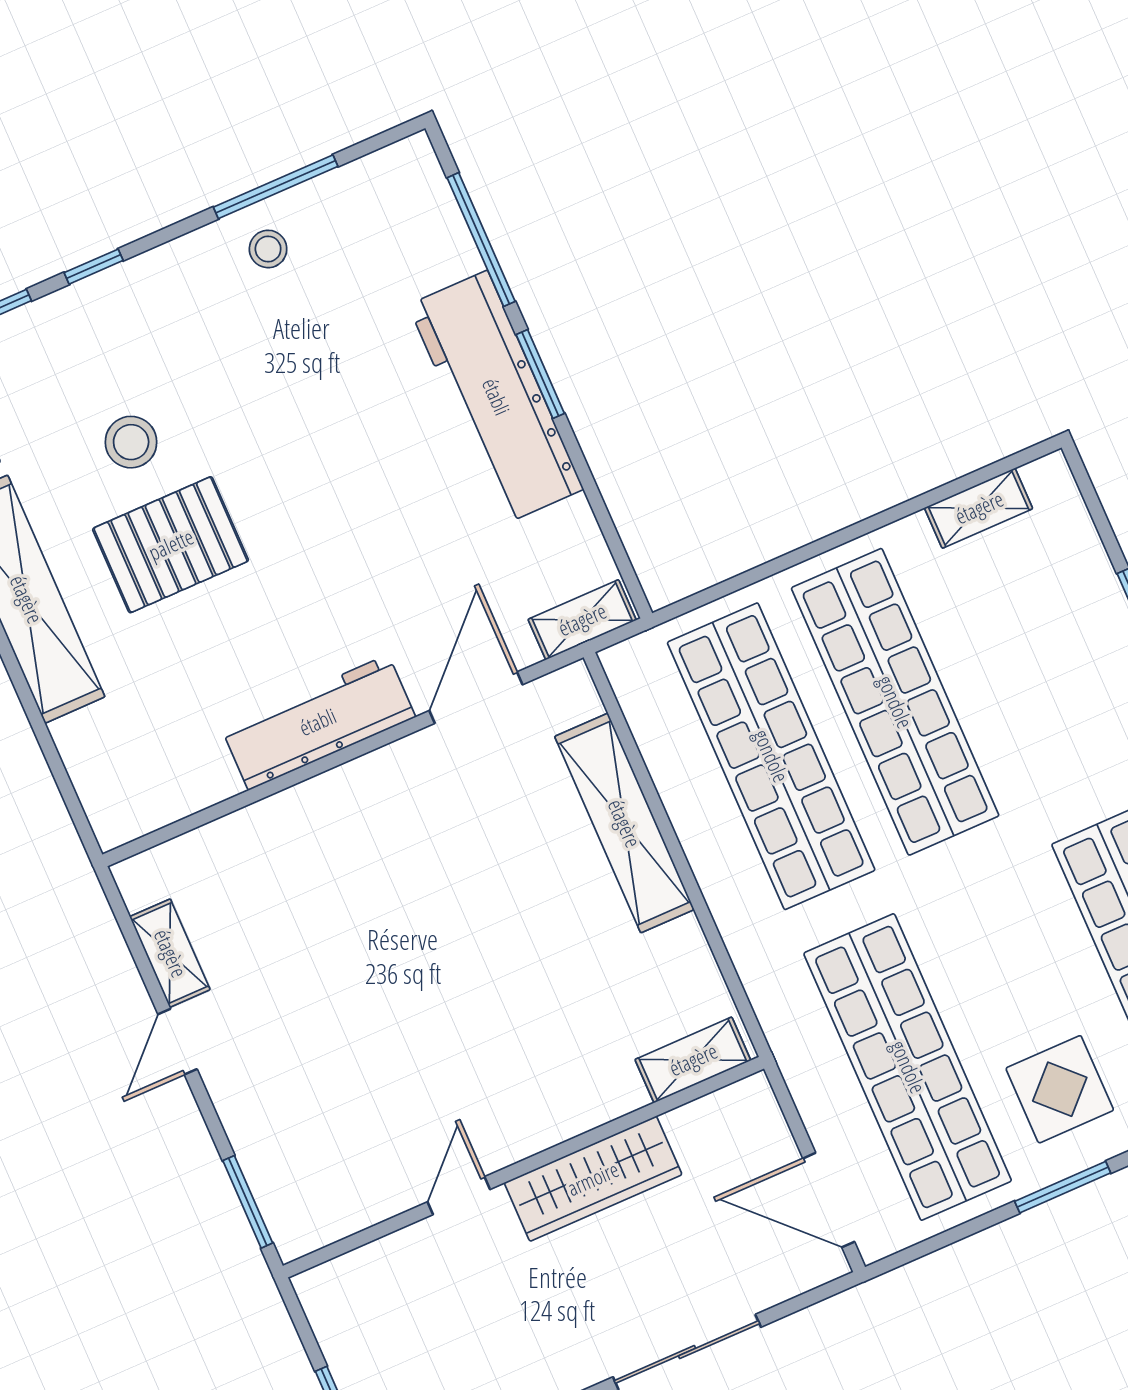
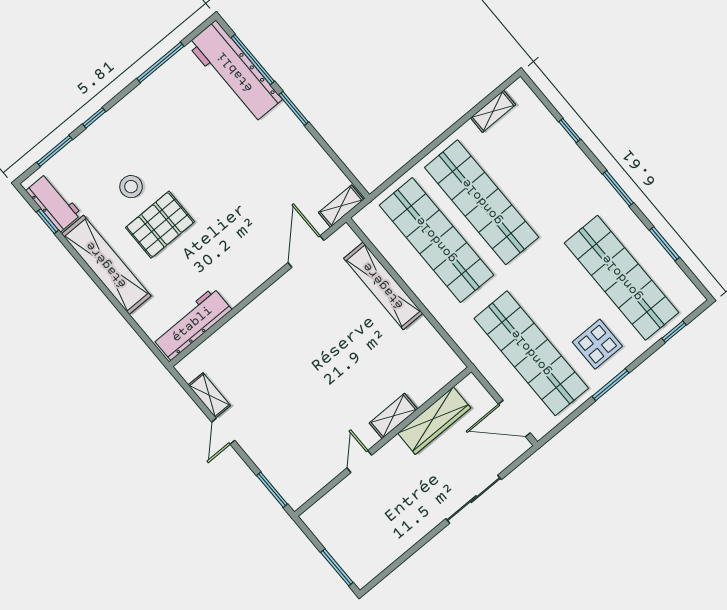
stool: (268, 249) -> (165, 89), removed
workbench: (496, 397) -> (235, 72), moved
workbench: (318, 722) -> (192, 324), moved
shelving: (693, 1060) -> (393, 416), moved
wardrobe: (593, 1179) -> (434, 421), moved

